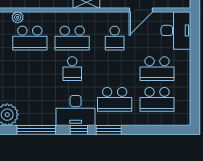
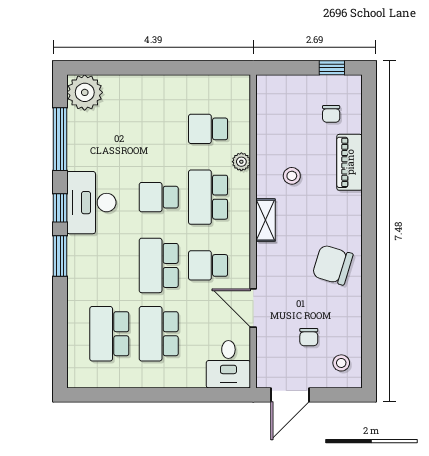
plant: (18, 17) -> (241, 162), moved
desk: (176, 30) -> (228, 364), width x0.73
school desk: (30, 38) -> (208, 129), width x0.54
school desk: (115, 99) -> (159, 265), moved

